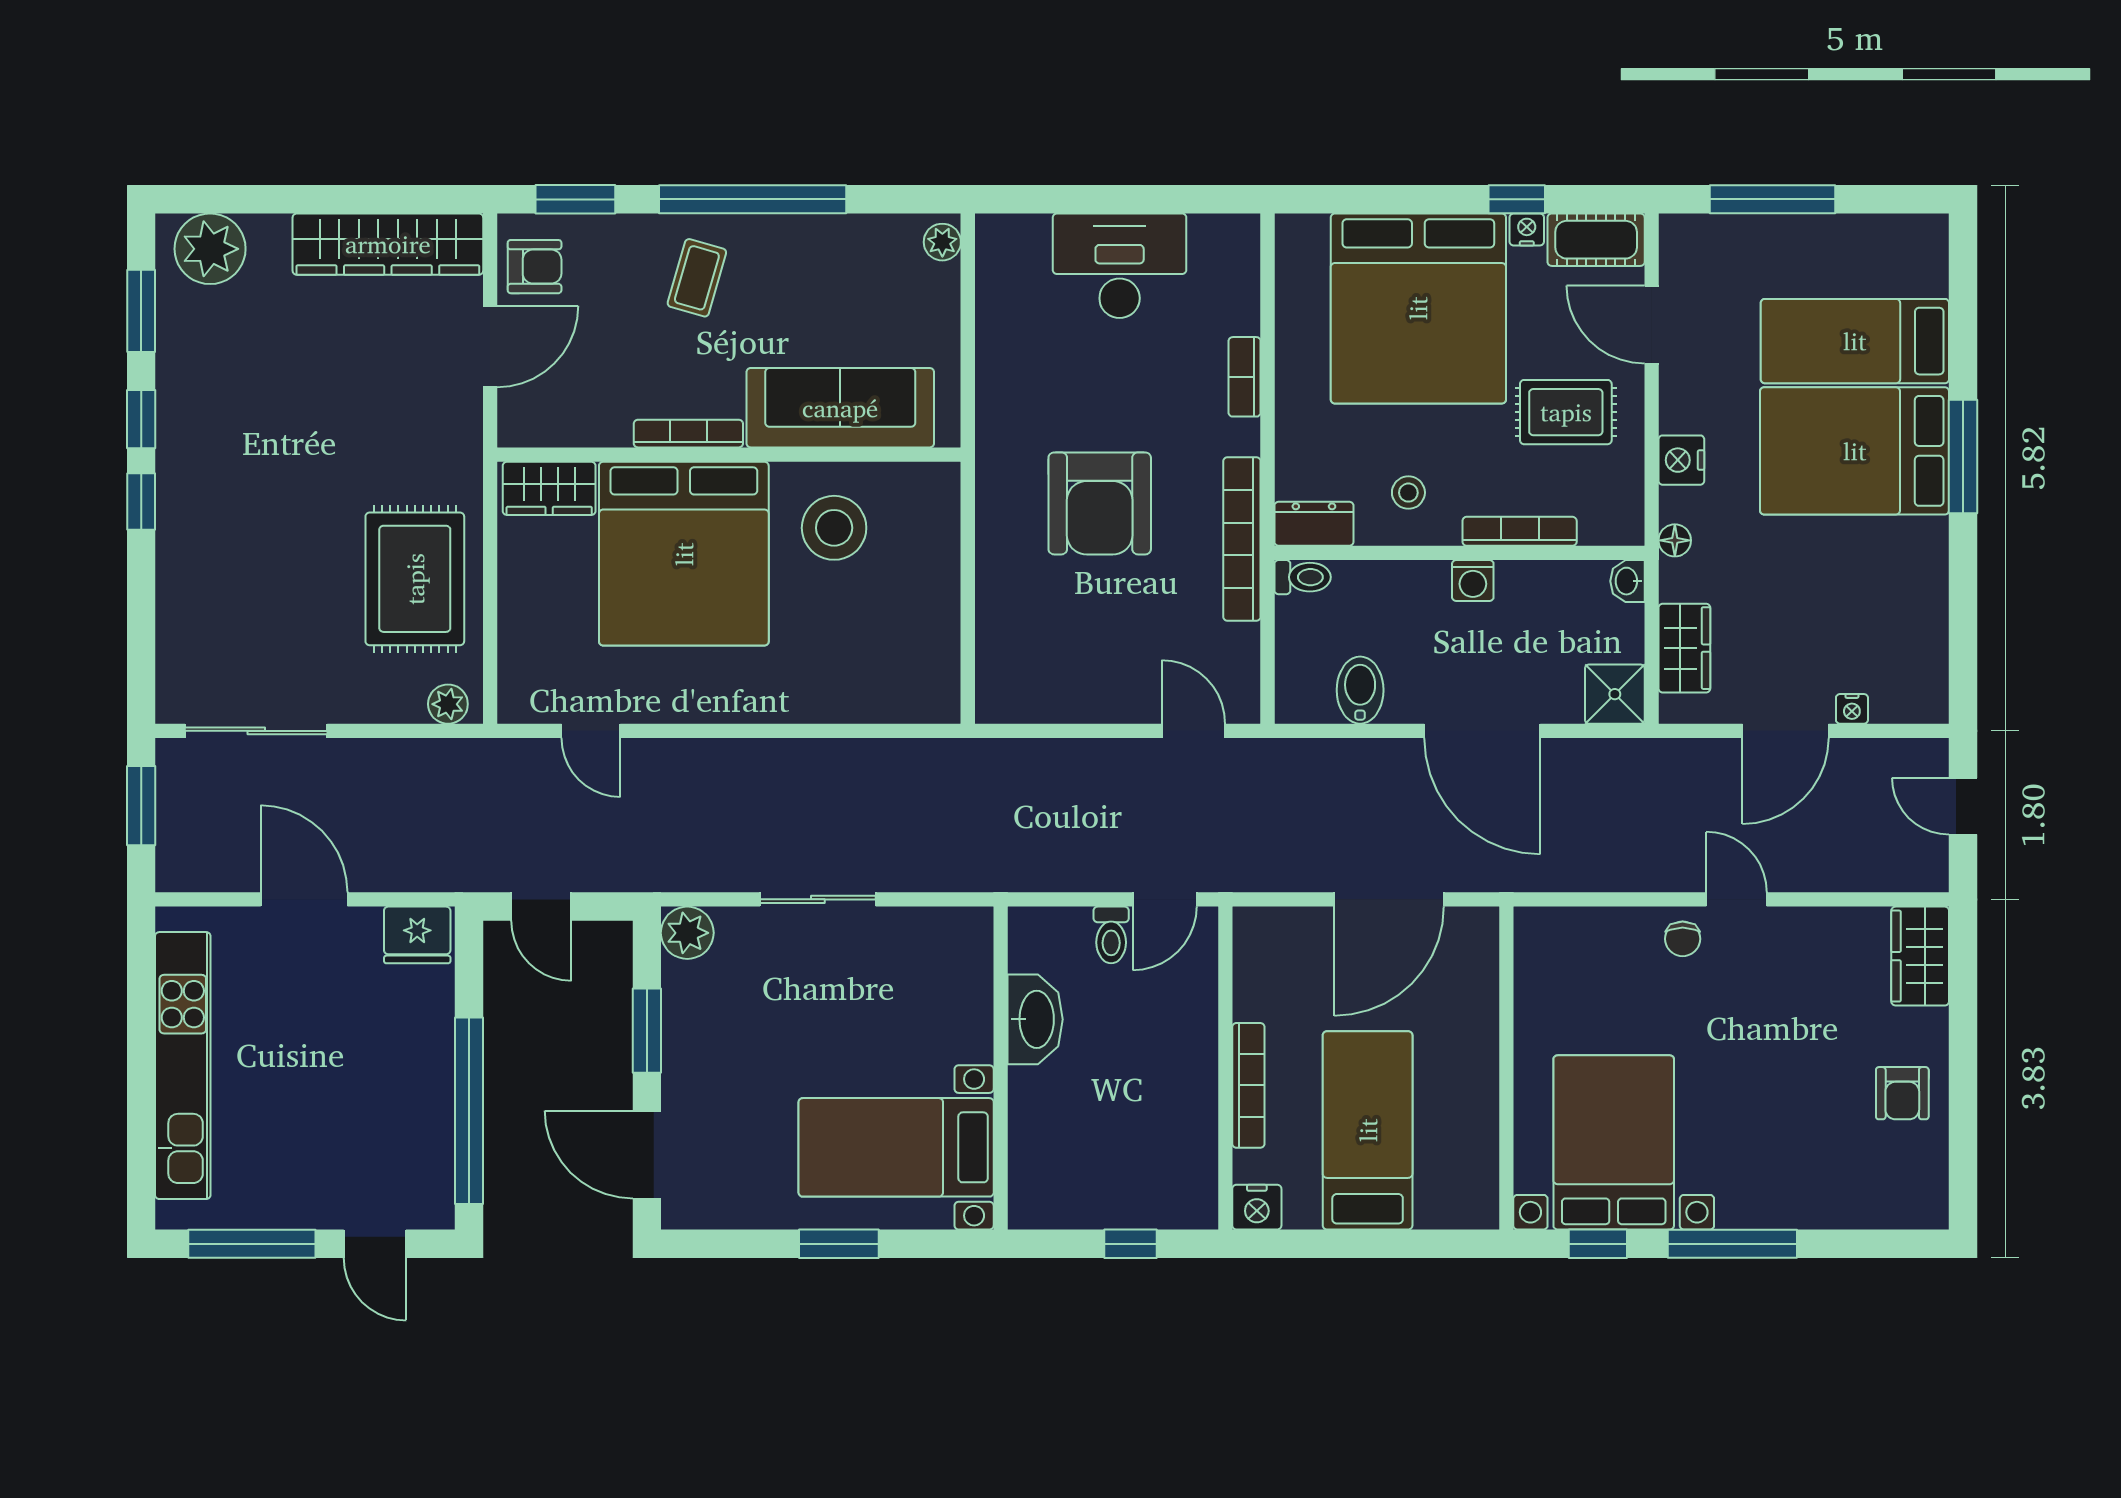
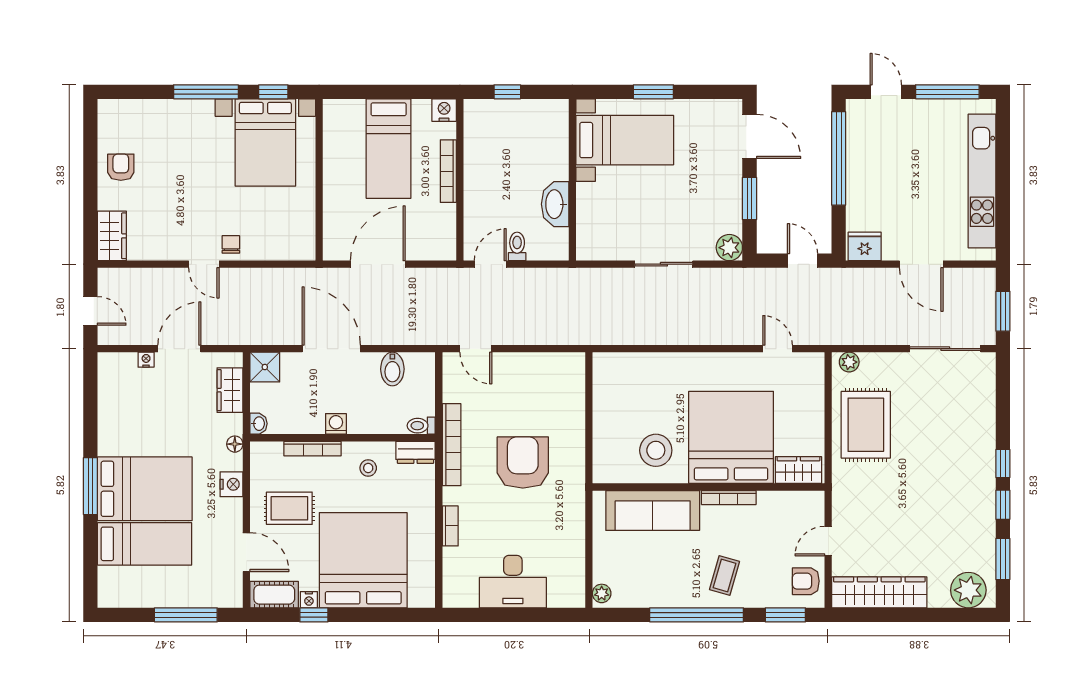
door: (490, 347) -> (828, 541), width x0.73

